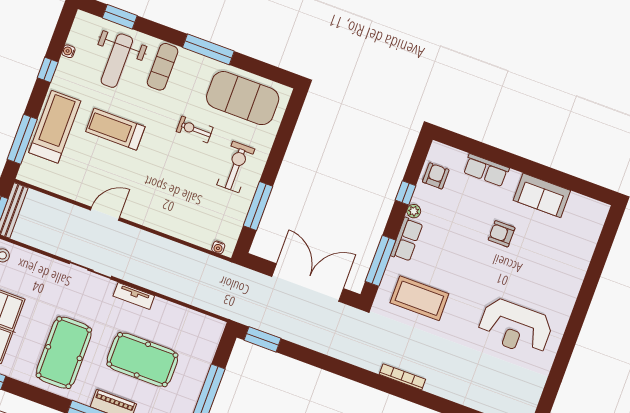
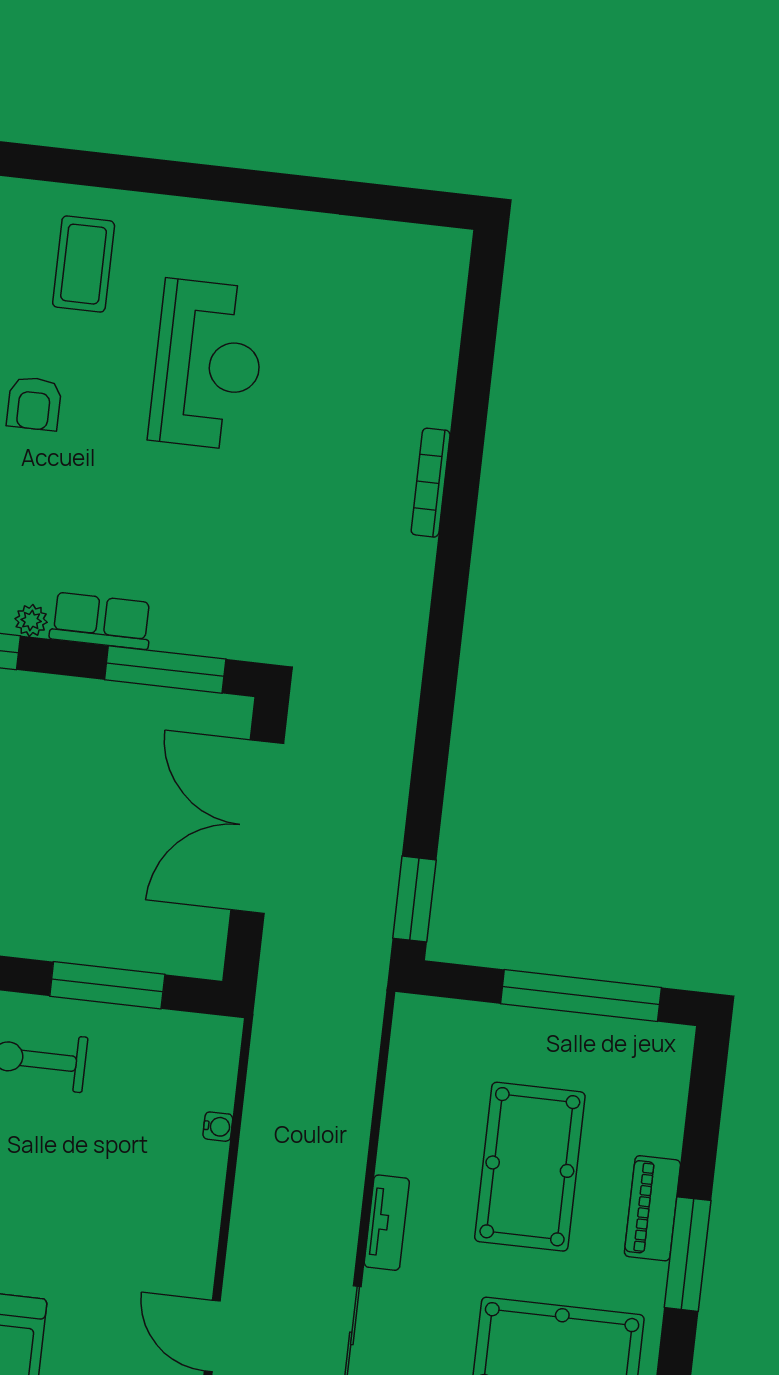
water cooler: (218, 247) -> (218, 1127), moved
coffee table: (419, 298) -> (84, 264), moved, width x0.73, depth x0.76
reception desk: (515, 327) -> (208, 365), moved
bookcase: (402, 377) -> (431, 483), moved

